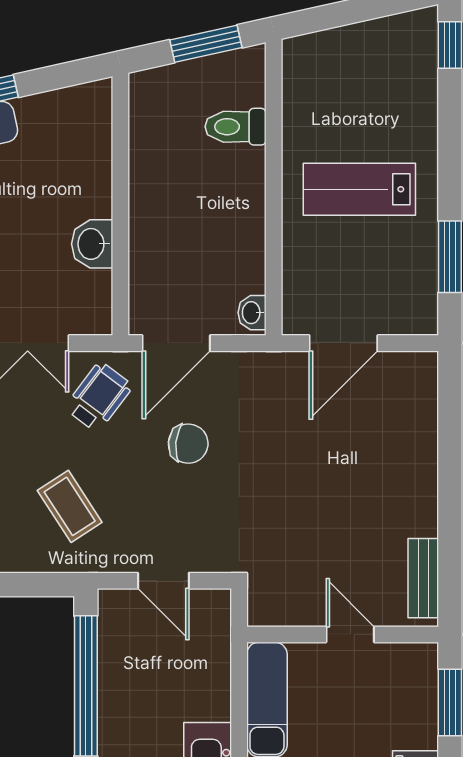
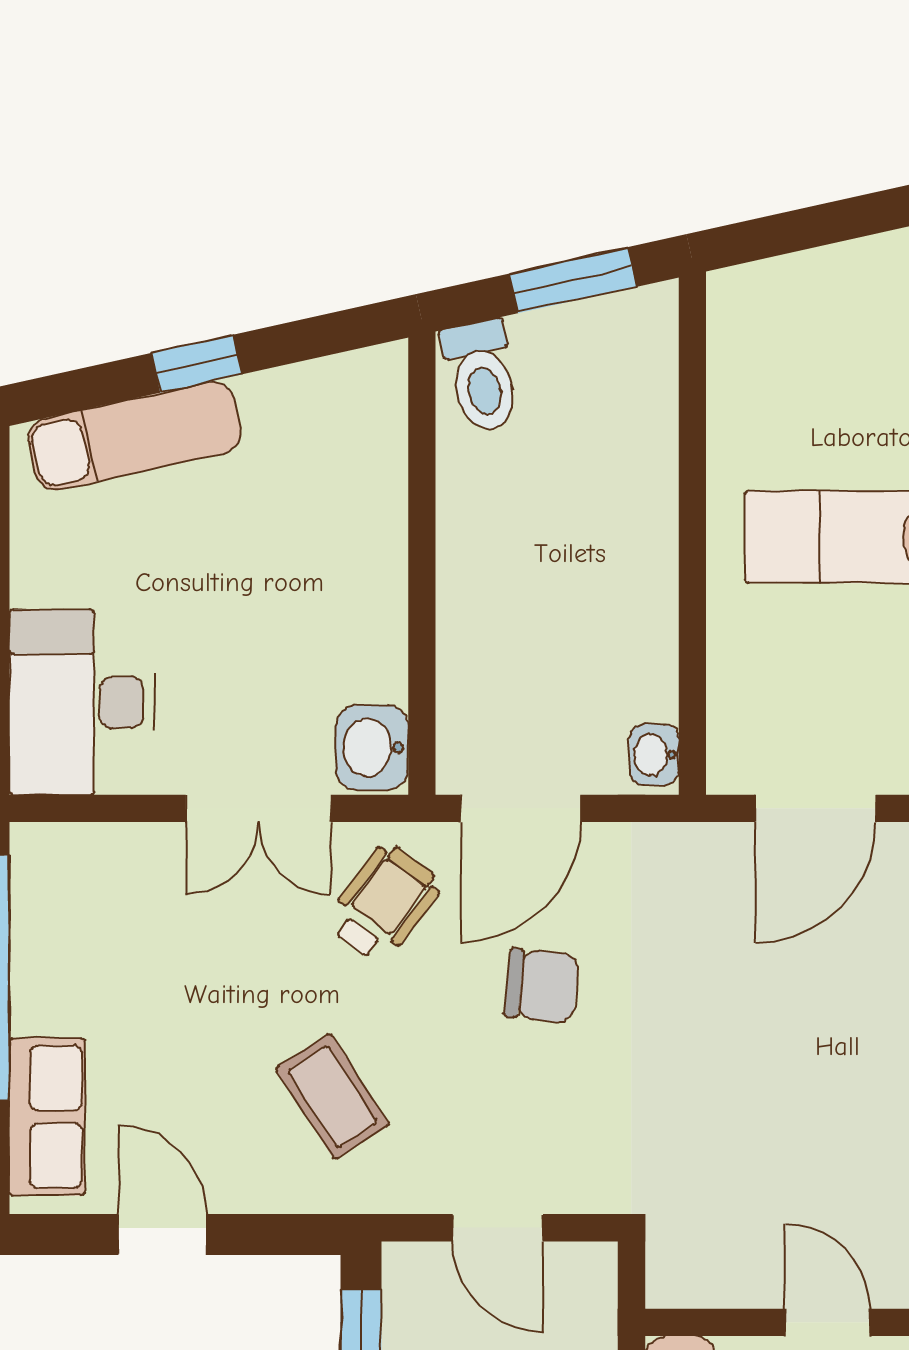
toilet: (236, 127) -> (481, 376), moved, turned -103
washbasin: (92, 244) -> (372, 748), moved

